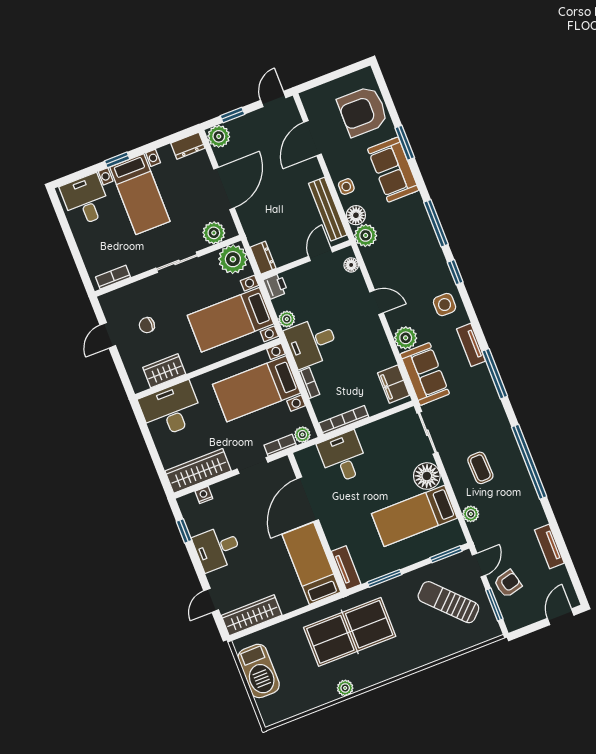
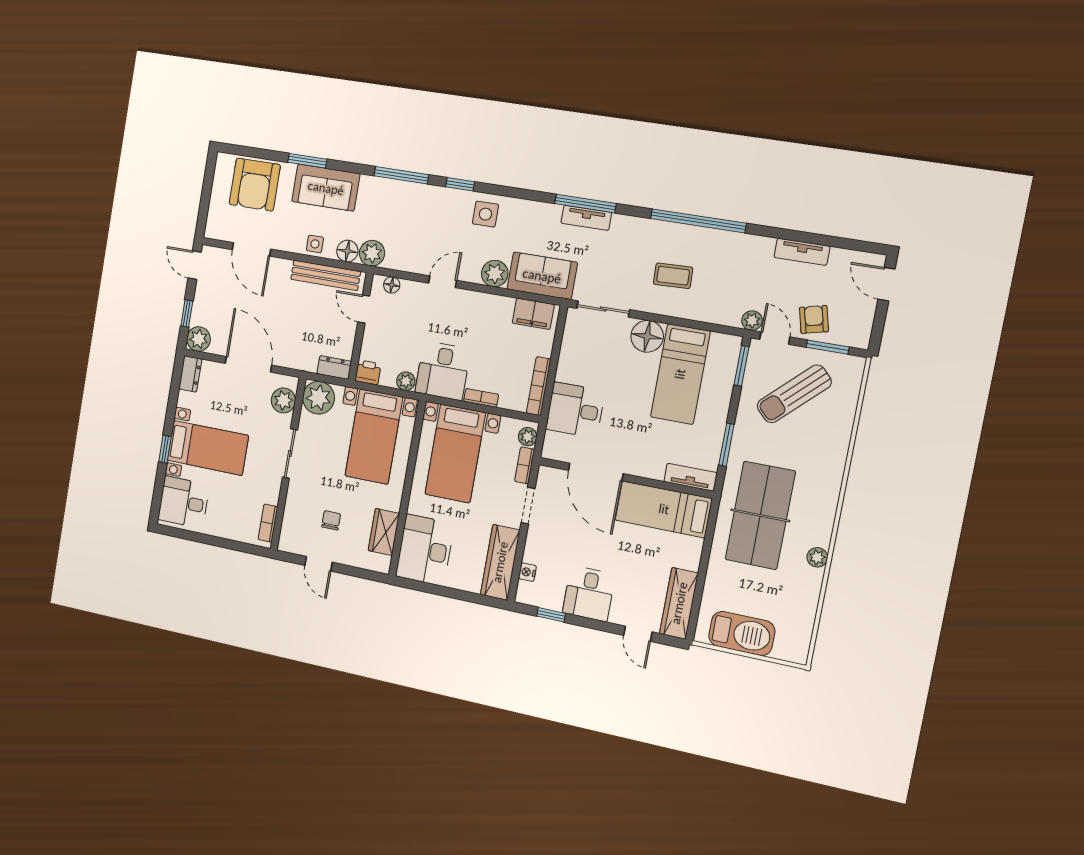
chair: (147, 325) -> (331, 520), turned 180
tv unit: (471, 345) -> (586, 218), moved
plant: (471, 514) -> (752, 321), moved

